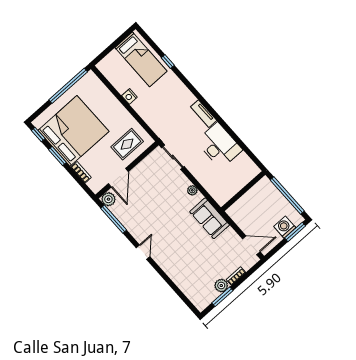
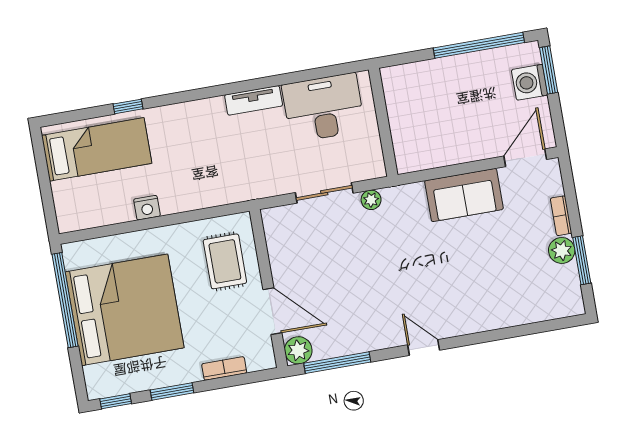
bed: (73, 131) -> (125, 310), moved, turned 90
sliding door: (173, 157) -> (324, 193), moved
wall: (243, 191) -> (383, 122), moved
sofa: (210, 218) -> (464, 195), moved

